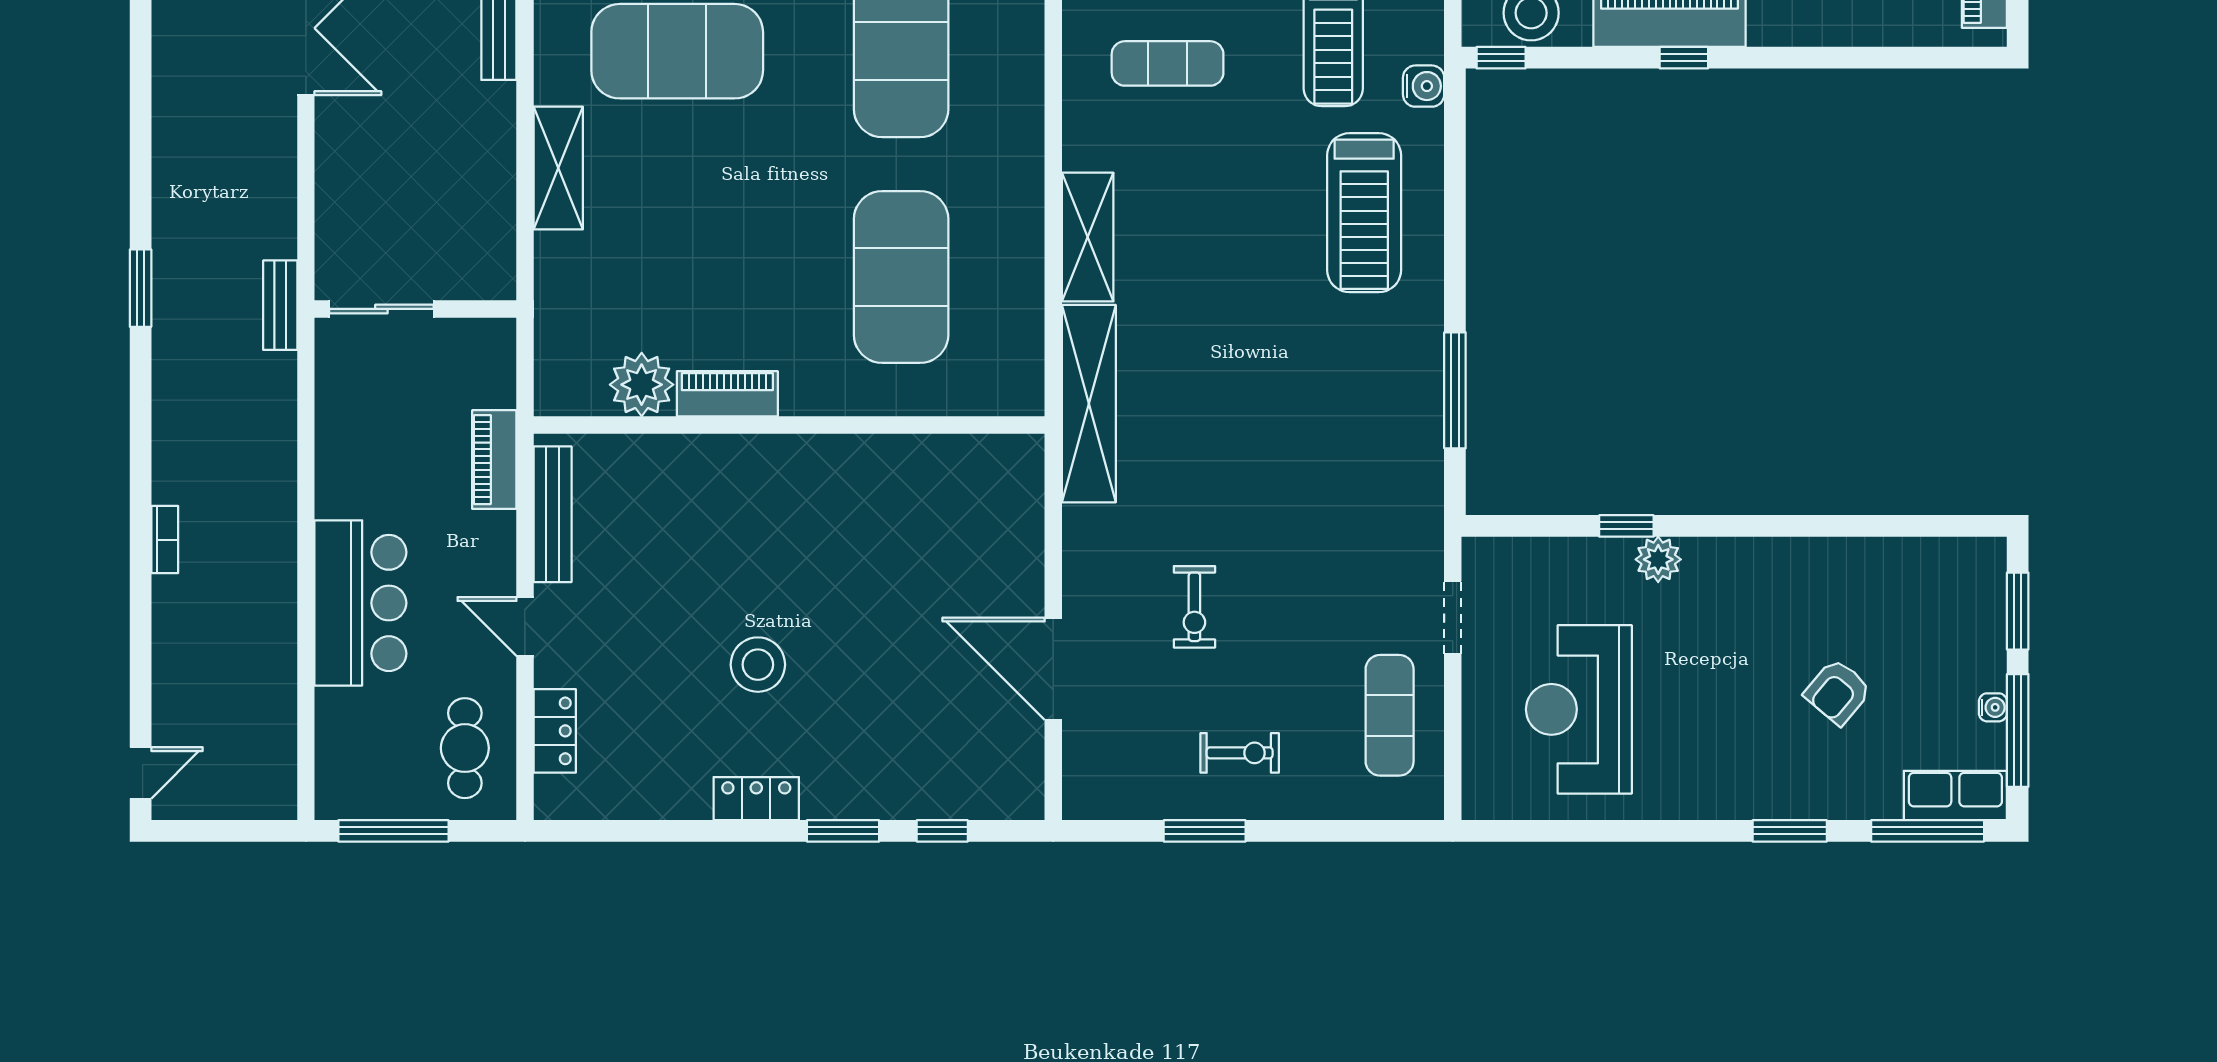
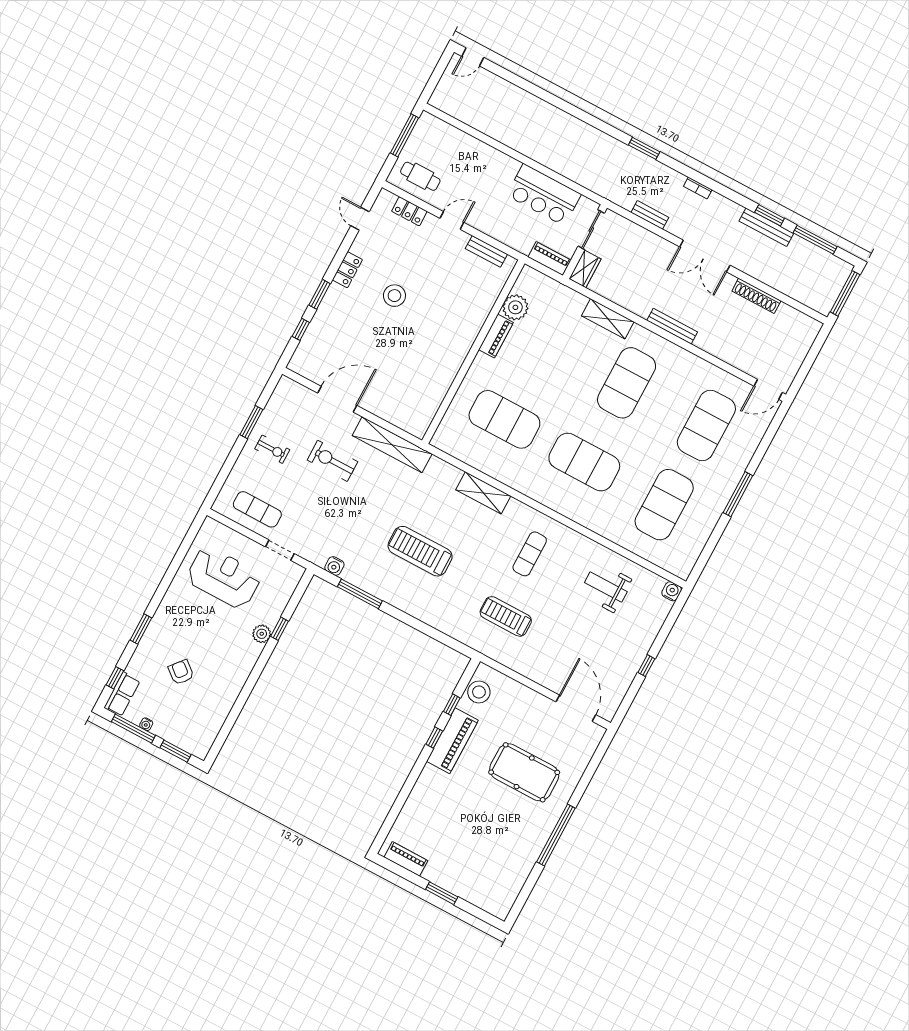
window: (1501, 58) -> (452, 705), moved
water cooler: (1424, 86) -> (334, 566), moved
treadmill: (1364, 213) -> (420, 551), moved
wardrobe: (475, 277) -> (585, 269), added
bench: (280, 305) -> (650, 215), moved
shelving: (1089, 404) -> (392, 445), moved
piano: (494, 460) -> (549, 259), moved
bench: (553, 514) -> (486, 251), width x0.73
bookcase: (165, 540) -> (698, 188), moved
bar counter: (360, 603) -> (544, 195), moved
exercise bike: (1194, 607) -> (332, 461), width x1.38, depth x1.39
exercise bike: (1240, 753) -> (272, 449), turned -90
door: (141, 773) -> (473, 57), hinge flipped
door: (629, 831) -> (360, 219), added
window: (1928, 831) -> (115, 678), width x0.46

